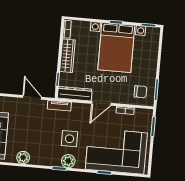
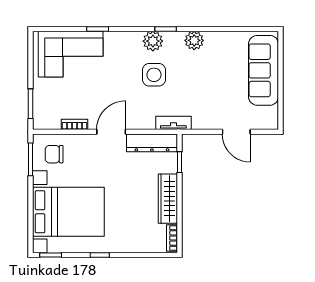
bed with nightstands: (116, 48) -> (68, 212), moved, turned 90
door: (32, 97) -> (236, 132), moved
corner sofa: (116, 151) -> (71, 54), width x0.73, depth x0.74
plant: (23, 158) -> (194, 40), moved

